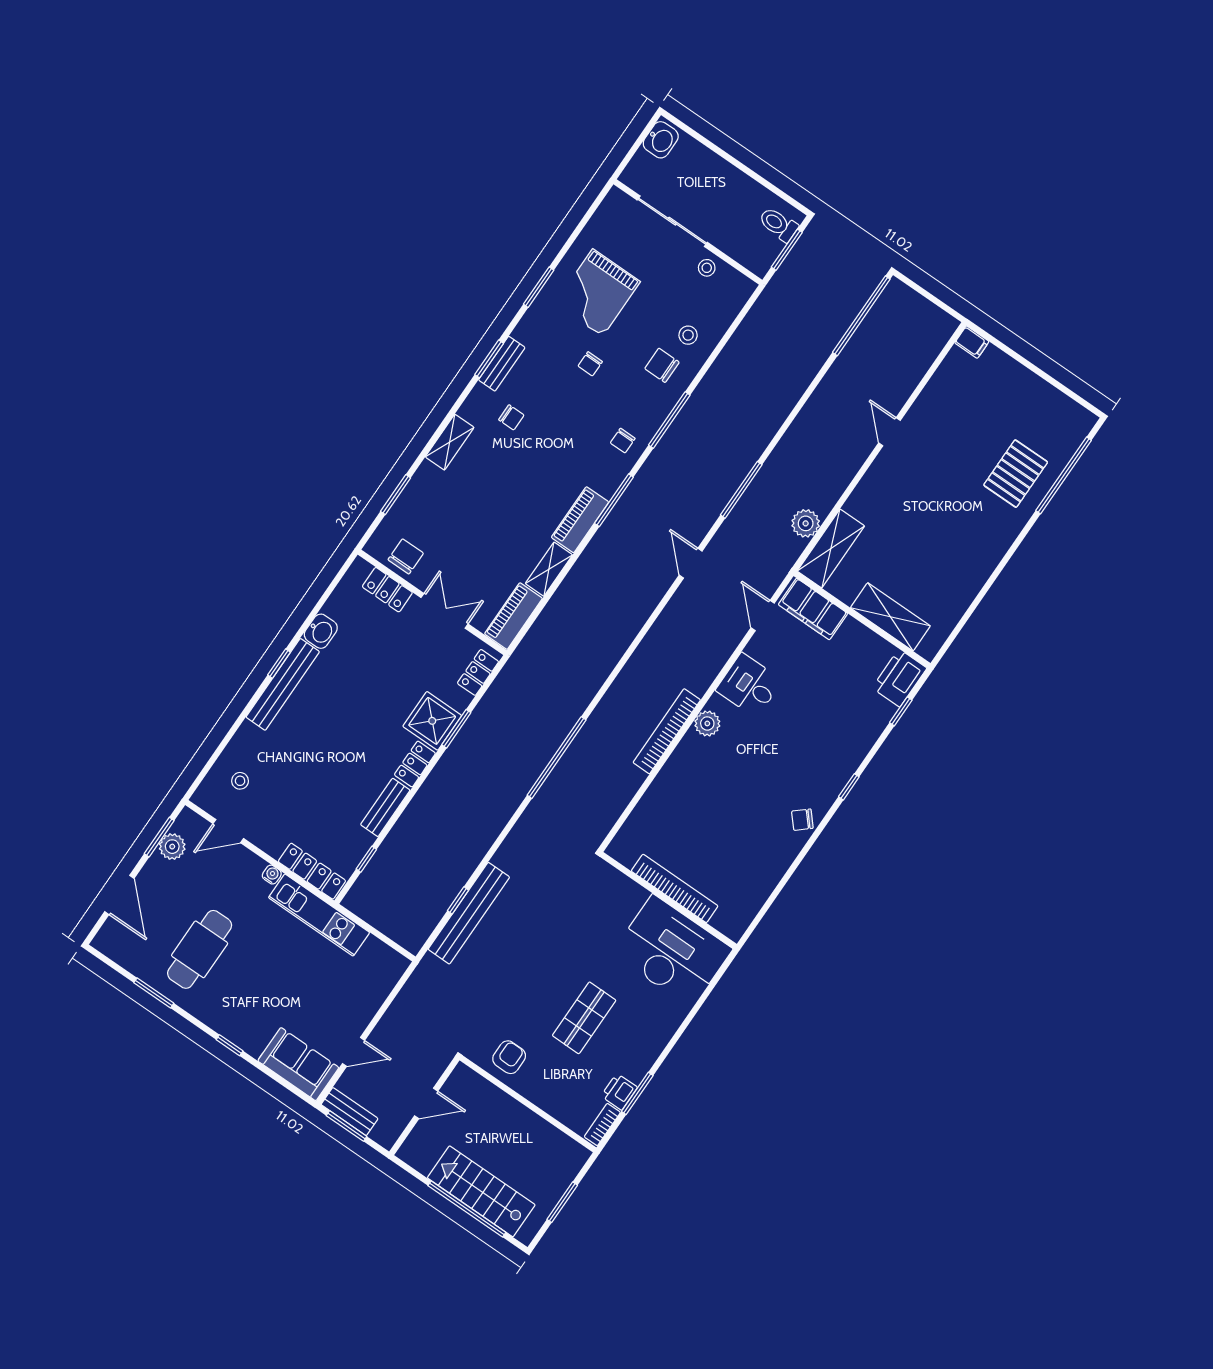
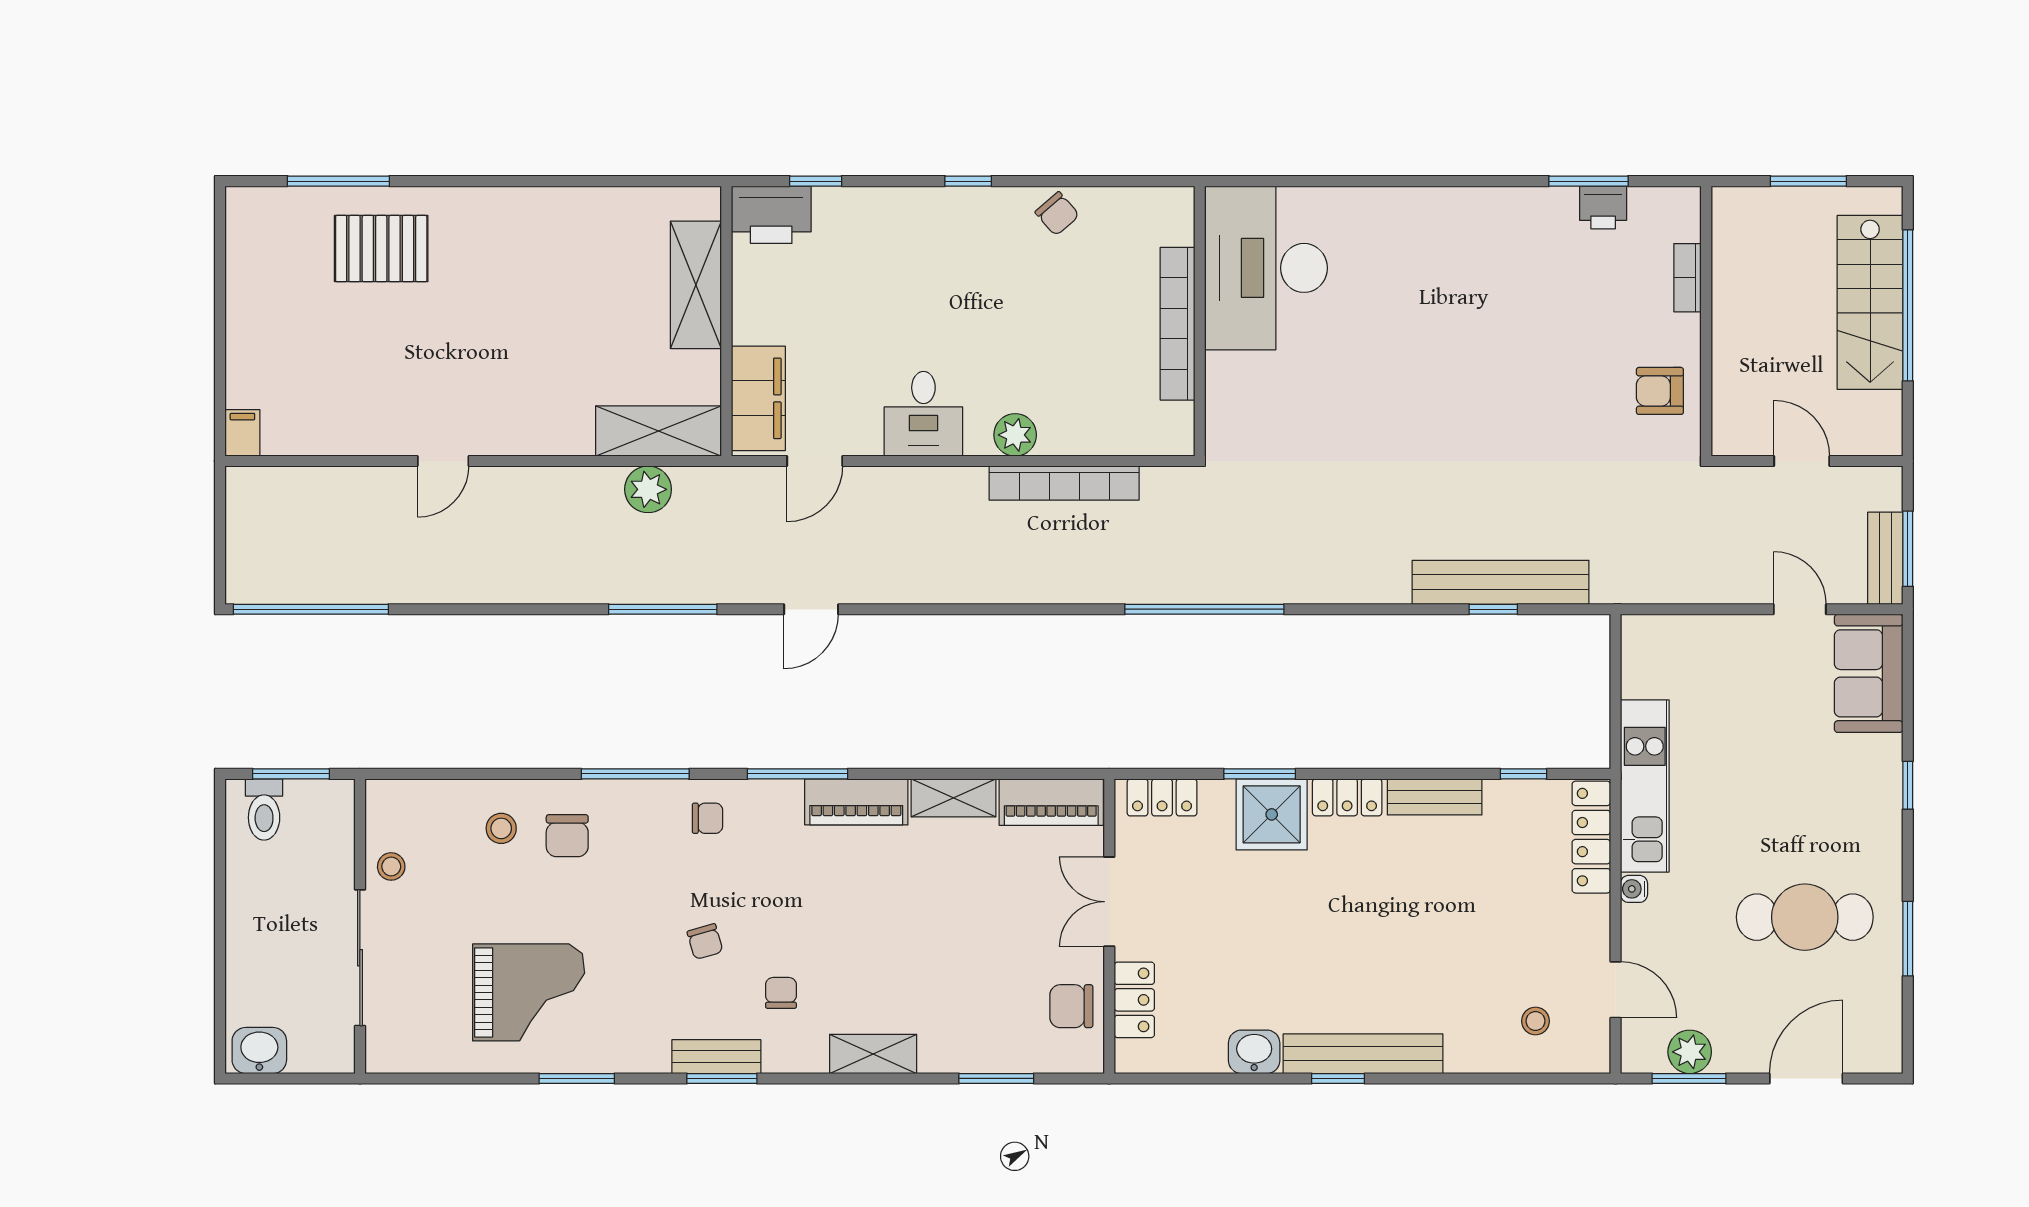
chair: (590, 364) -> (705, 942), moved, turned 74
window: (1064, 475) -> (338, 181), width x0.68
bookcase: (675, 888) -> (1177, 324), moved
wall: (668, 900) -> (1200, 321), moved
desk: (672, 951) -> (1266, 268), moved
shop shelf: (584, 1018) -> (1535, 325), removed
bookcase: (602, 1124) -> (1688, 278), moved, turned 90

